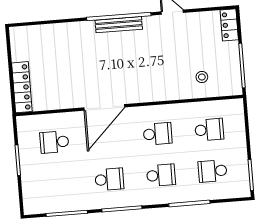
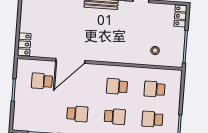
locker: (22, 87) -> (24, 44), width x0.66
door: (104, 107) -> (70, 61), moved
school desk: (209, 130) -> (155, 89), turned 180
school desk: (158, 134) -> (117, 86), turned 180

